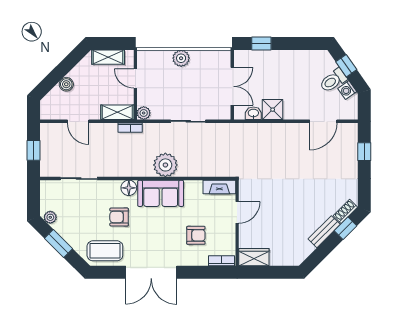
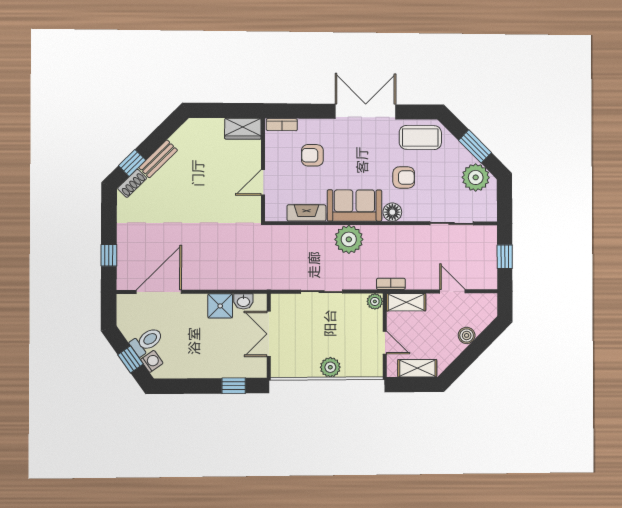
washing machine: (347, 90) -> (152, 361), moved
door: (323, 121) -> (159, 292), width x1.36
fireplace: (219, 187) -> (306, 213), moved
plant: (50, 217) -> (476, 177), width x1.88, depth x1.88

